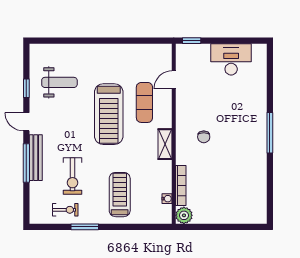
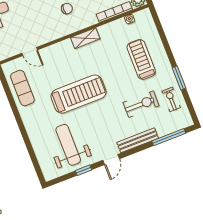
weight bench: (59, 82) -> (68, 145), width x1.36, depth x1.33
exercise mat: (144, 102) -> (22, 88), moved, turned 90
window: (26, 163) -> (169, 137), moved
treadmill: (120, 195) -> (141, 59), turned 90

